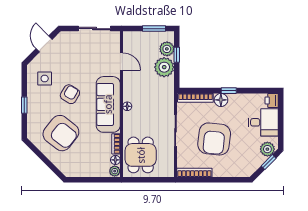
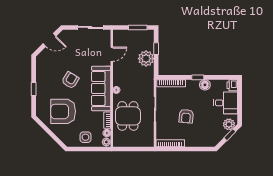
door: (44, 44) -> (50, 40), swing flipped
plant: (167, 49) -> (148, 44), removed
door: (121, 62) -> (112, 54), hinge flipped
side table: (45, 78) -> (85, 137), moved
floor lamp: (221, 100) -> (205, 85), moved
armchair: (61, 133) -> (63, 111), turned 142
armchair: (214, 139) -> (186, 116), width x0.53, depth x0.53
dining table: (141, 155) -> (128, 116), moved

